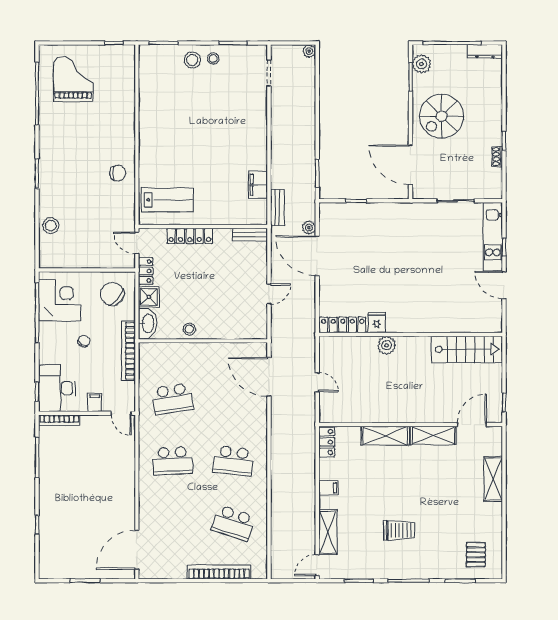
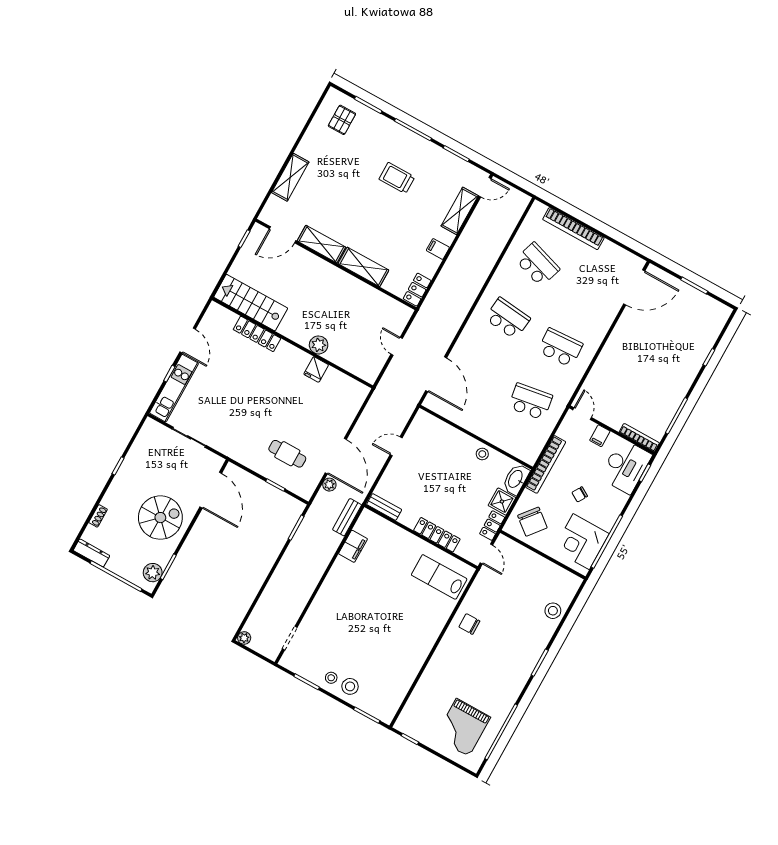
shoe rack: (497, 157) -> (98, 516), moved
cafe table: (361, 234) -> (287, 454), added
locker: (343, 325) -> (257, 334), moved

